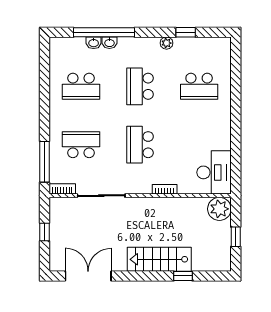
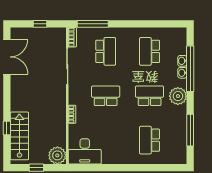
window: (186, 32) -> (190, 130), width x2.17
plant: (167, 43) -> (178, 96), moved, width x1.88, depth x1.88
stairs: (159, 259) -> (19, 136), moved

